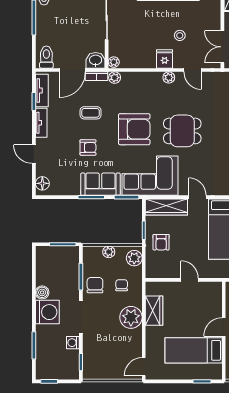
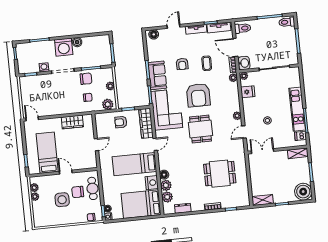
fridge: (165, 59) -> (248, 92), moved
plant: (131, 317) -> (66, 106), removed

